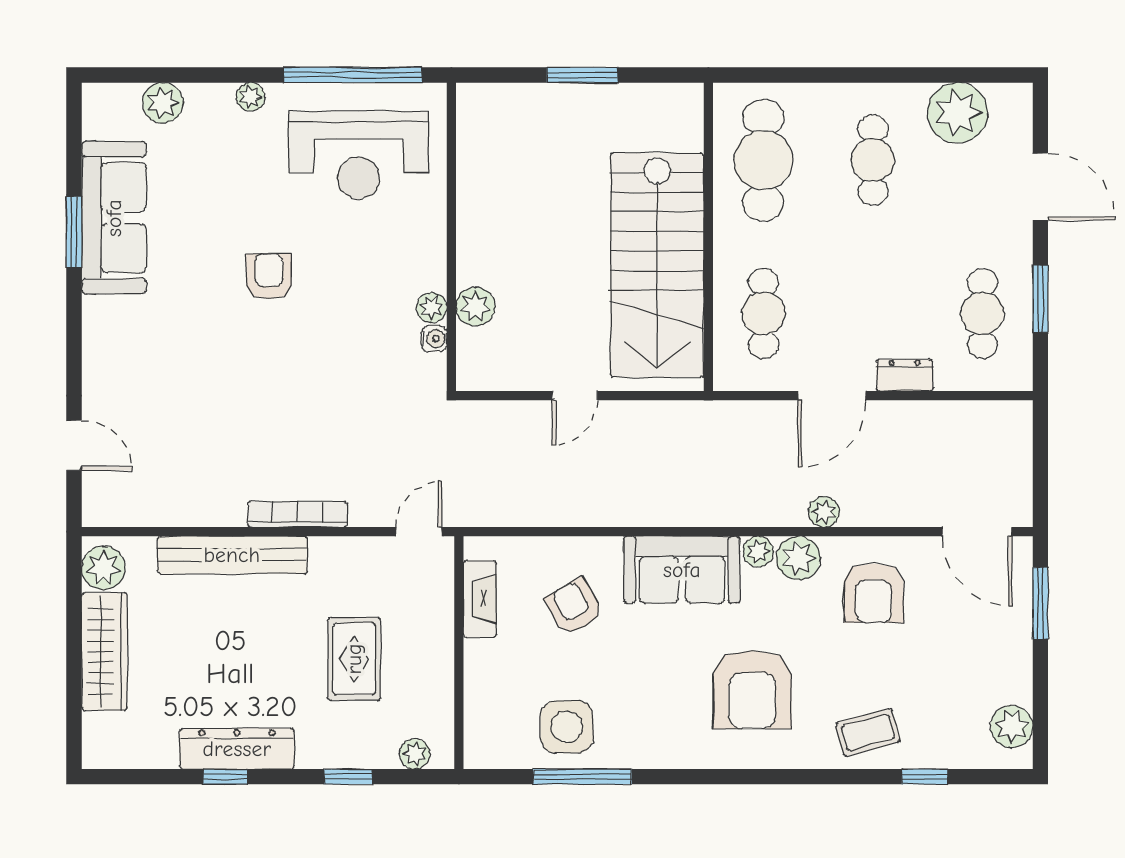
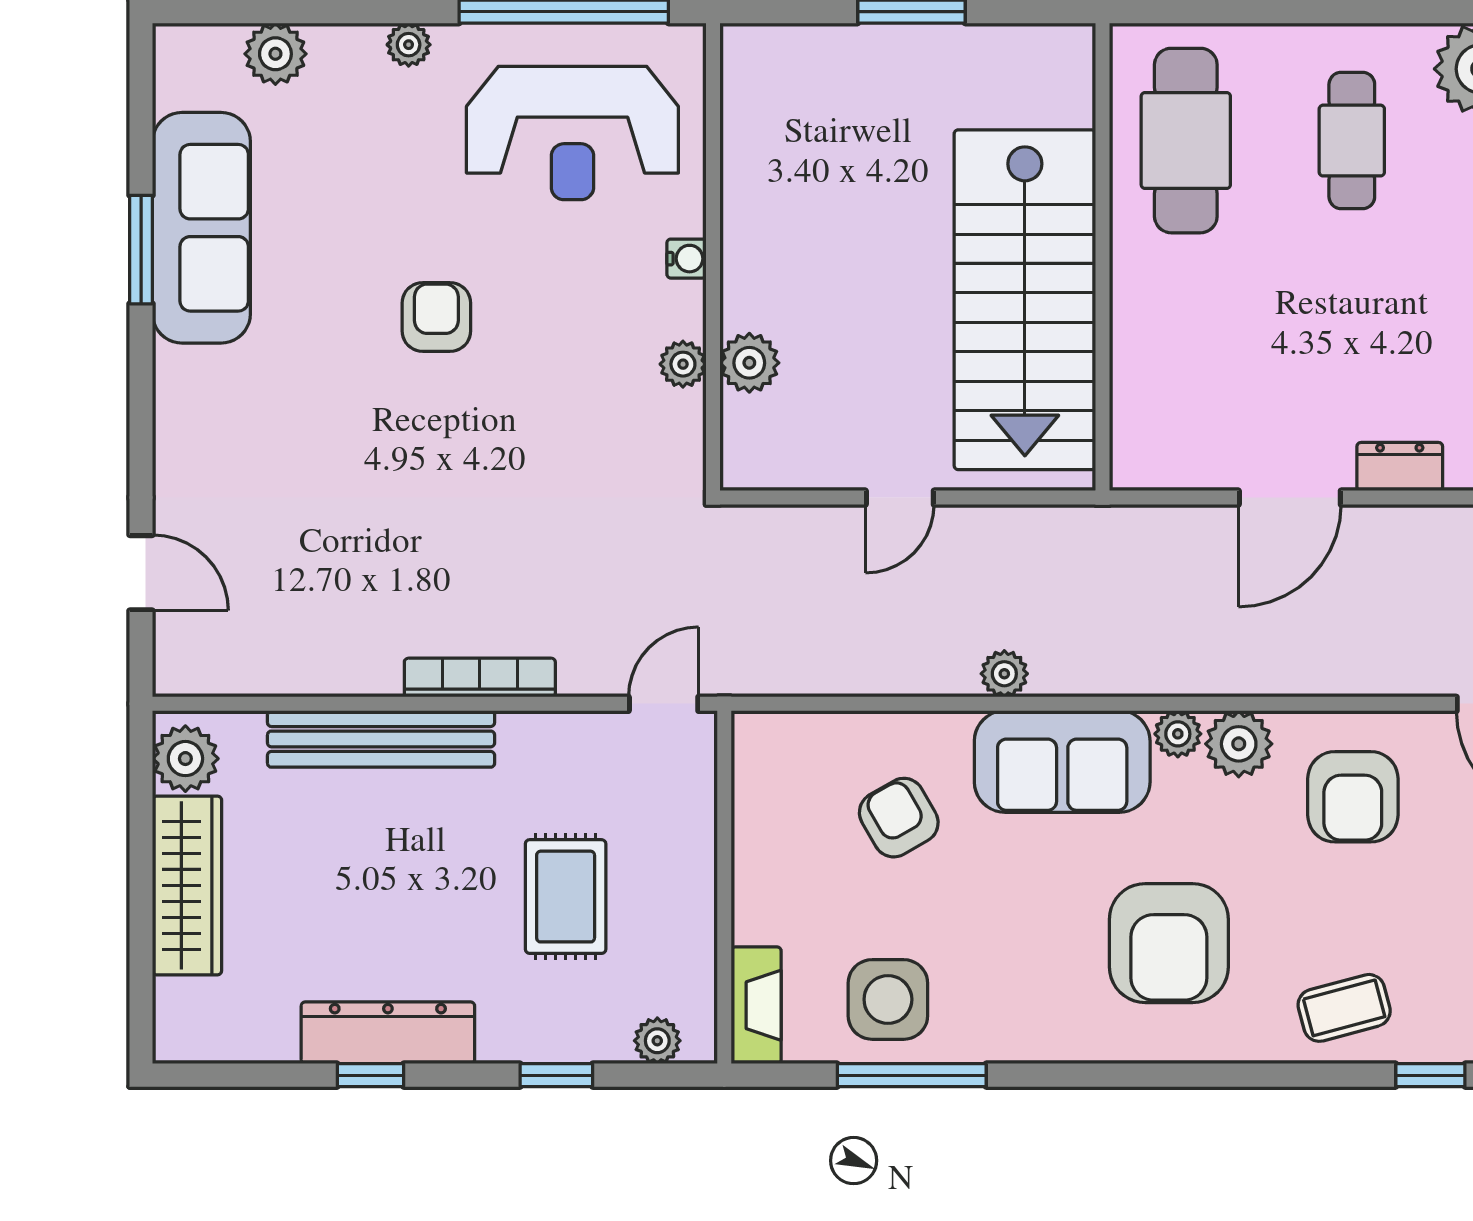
cafe table: (763, 314) -> (1186, 373), removed
water cooler: (434, 339) -> (686, 259), moved
plant: (824, 512) -> (1004, 674), moved
fireplace: (480, 599) -> (756, 1005), moved

